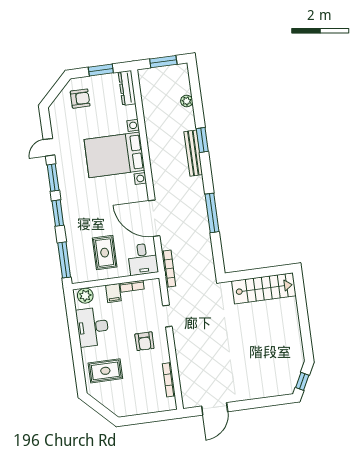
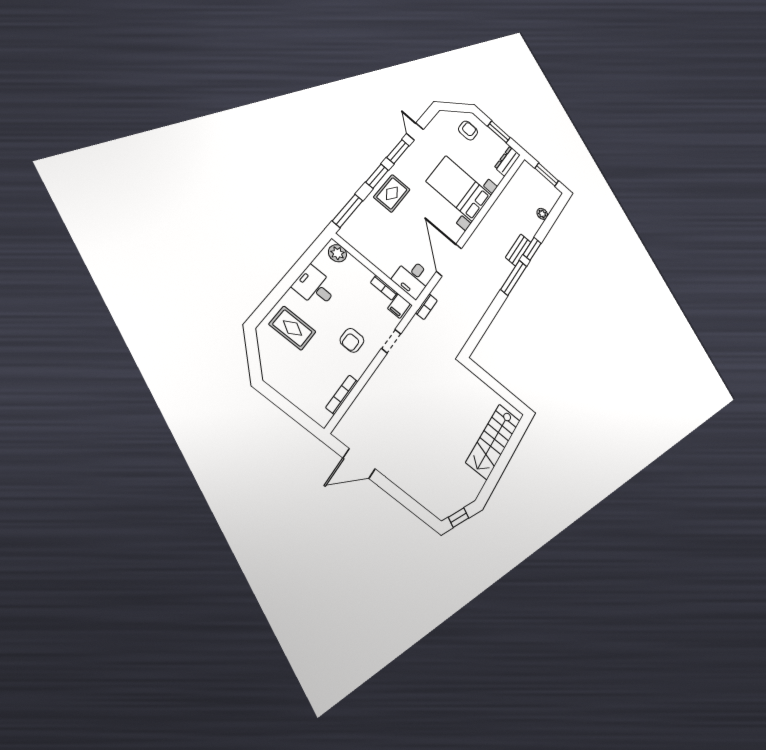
armchair: (80, 99) -> (468, 131), turned -90
door: (49, 147) -> (415, 132), hinge flipped
bench: (193, 153) -> (518, 250), width x0.73
window: (212, 213) -> (514, 278), moved
rug: (105, 253) -> (392, 193), moved
bookcase: (169, 269) -> (426, 307), width x0.64
stairs: (264, 288) -> (493, 441), moved, turned 90
filing cabinet: (113, 293) -> (399, 306), moved
desk: (93, 327) -> (315, 287), width x0.73

